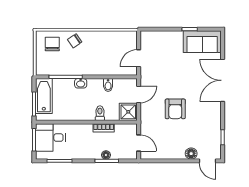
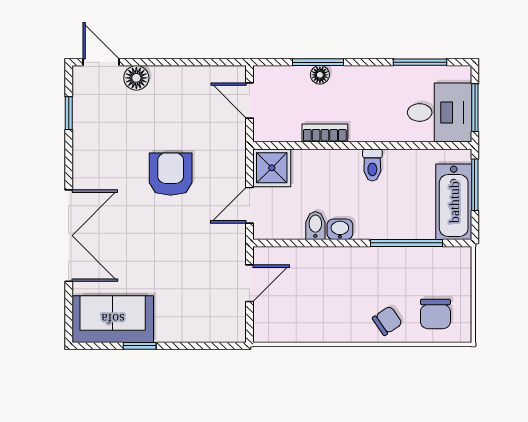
washbasin: (81, 83) -> (340, 229), moved
toilet: (100, 113) -> (372, 165), moved

